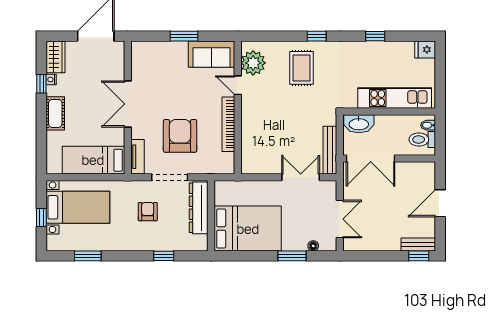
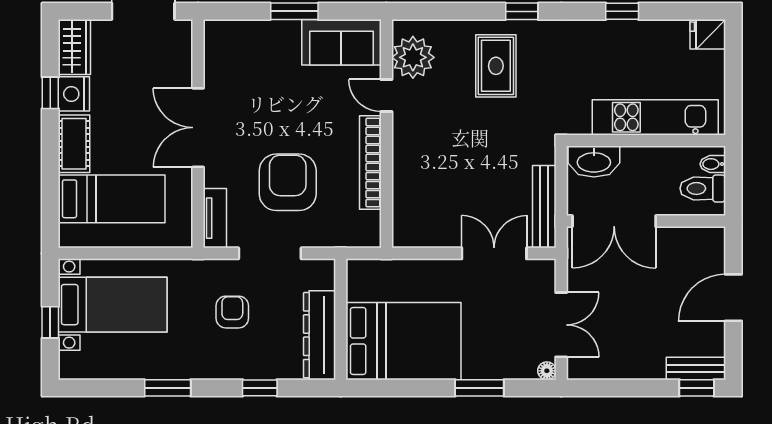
nightstand: (51, 80) -> (74, 94), width x1.89, depth x1.79
bed: (93, 160) -> (112, 199), moved, turned 180
dresser: (199, 208) -> (319, 335), moved
floor lamp: (313, 246) -> (547, 371), moved
window: (88, 256) -> (168, 388), moved

